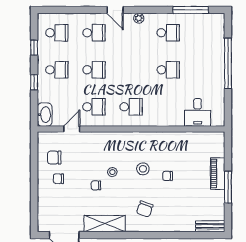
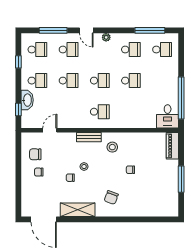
window: (76, 10) -> (53, 30), added
school desk: (205, 33) -> (162, 50), added
window: (228, 63) -> (181, 98), moved
window: (34, 82) -> (18, 110), moved
school desk: (94, 107) -> (100, 81), moved
desk: (198, 112) -> (168, 116), moved
washbasin: (45, 115) -> (27, 100), moved
stool: (143, 169) -> (112, 147), moved
piano: (218, 174) -> (172, 146), moved
bench: (210, 226) -> (89, 137), moved

